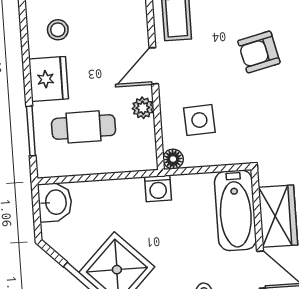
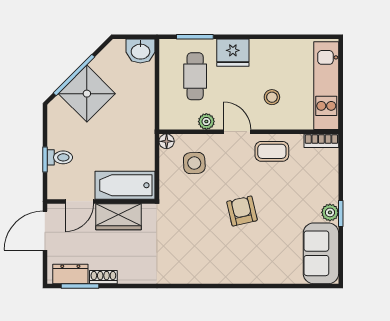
stool: (58, 30) -> (272, 97), moved
washing machine: (158, 188) -> (145, 129), removed

